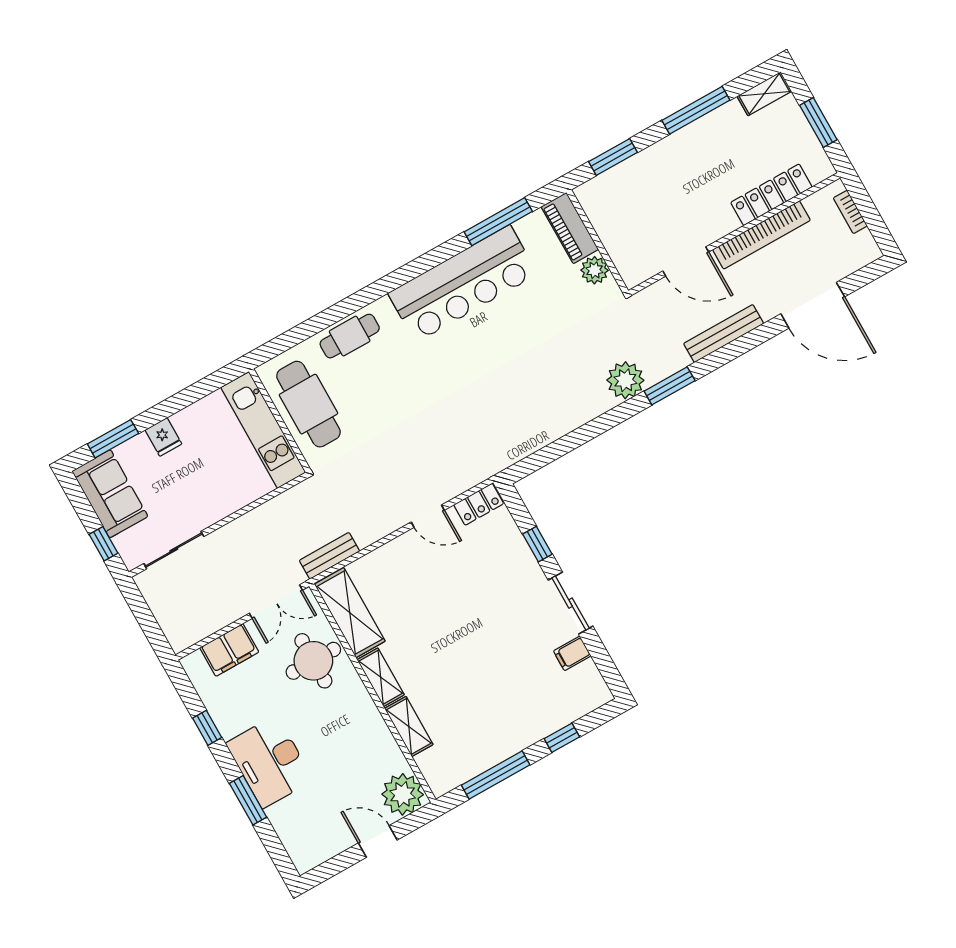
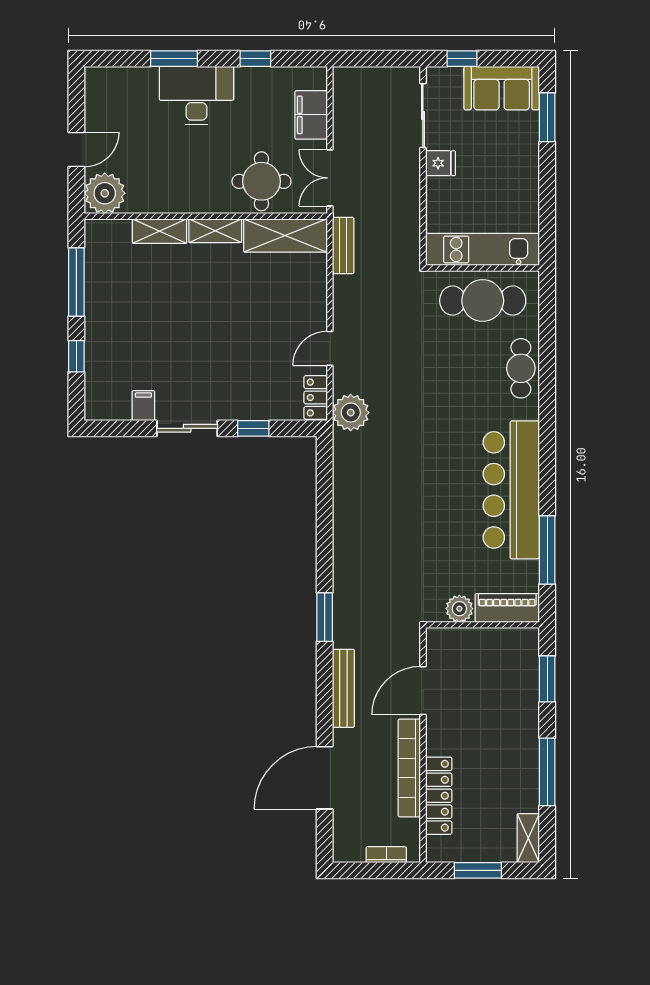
plant: (625, 380) -> (351, 413), moved
fridge: (163, 437) -> (440, 163), moved, turned 180

